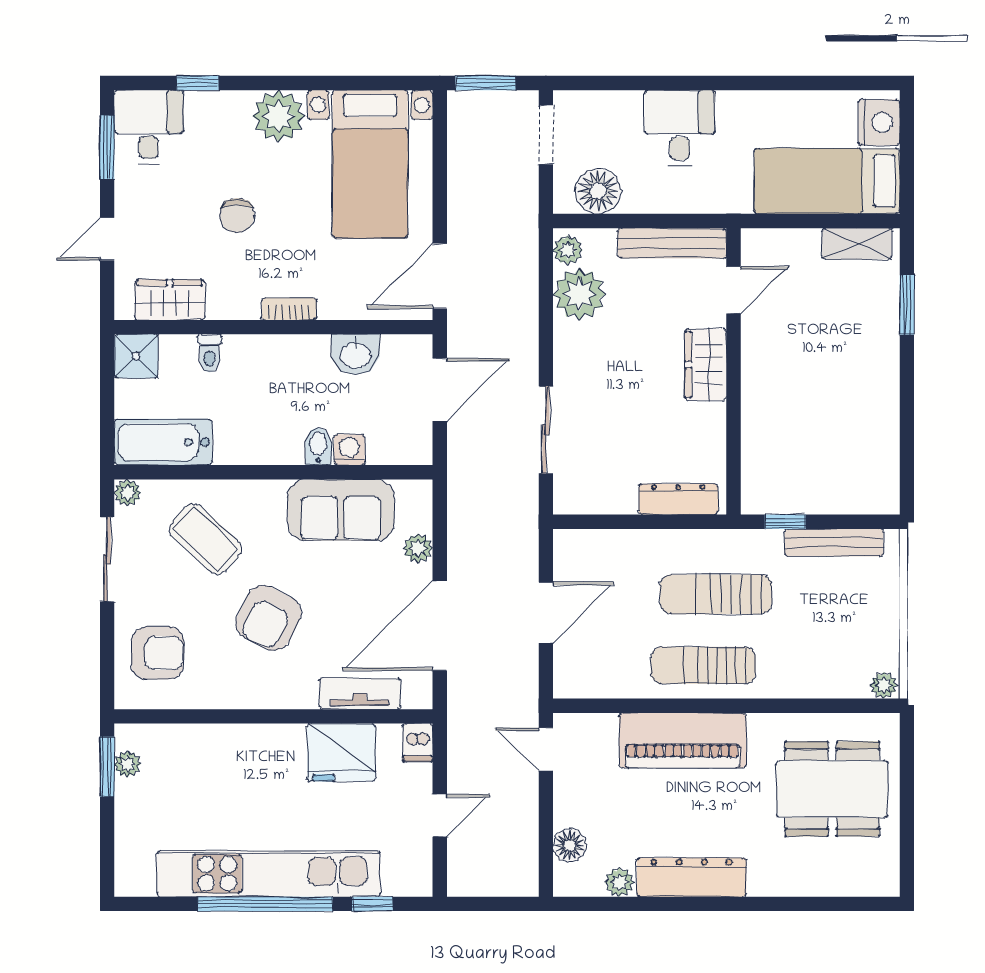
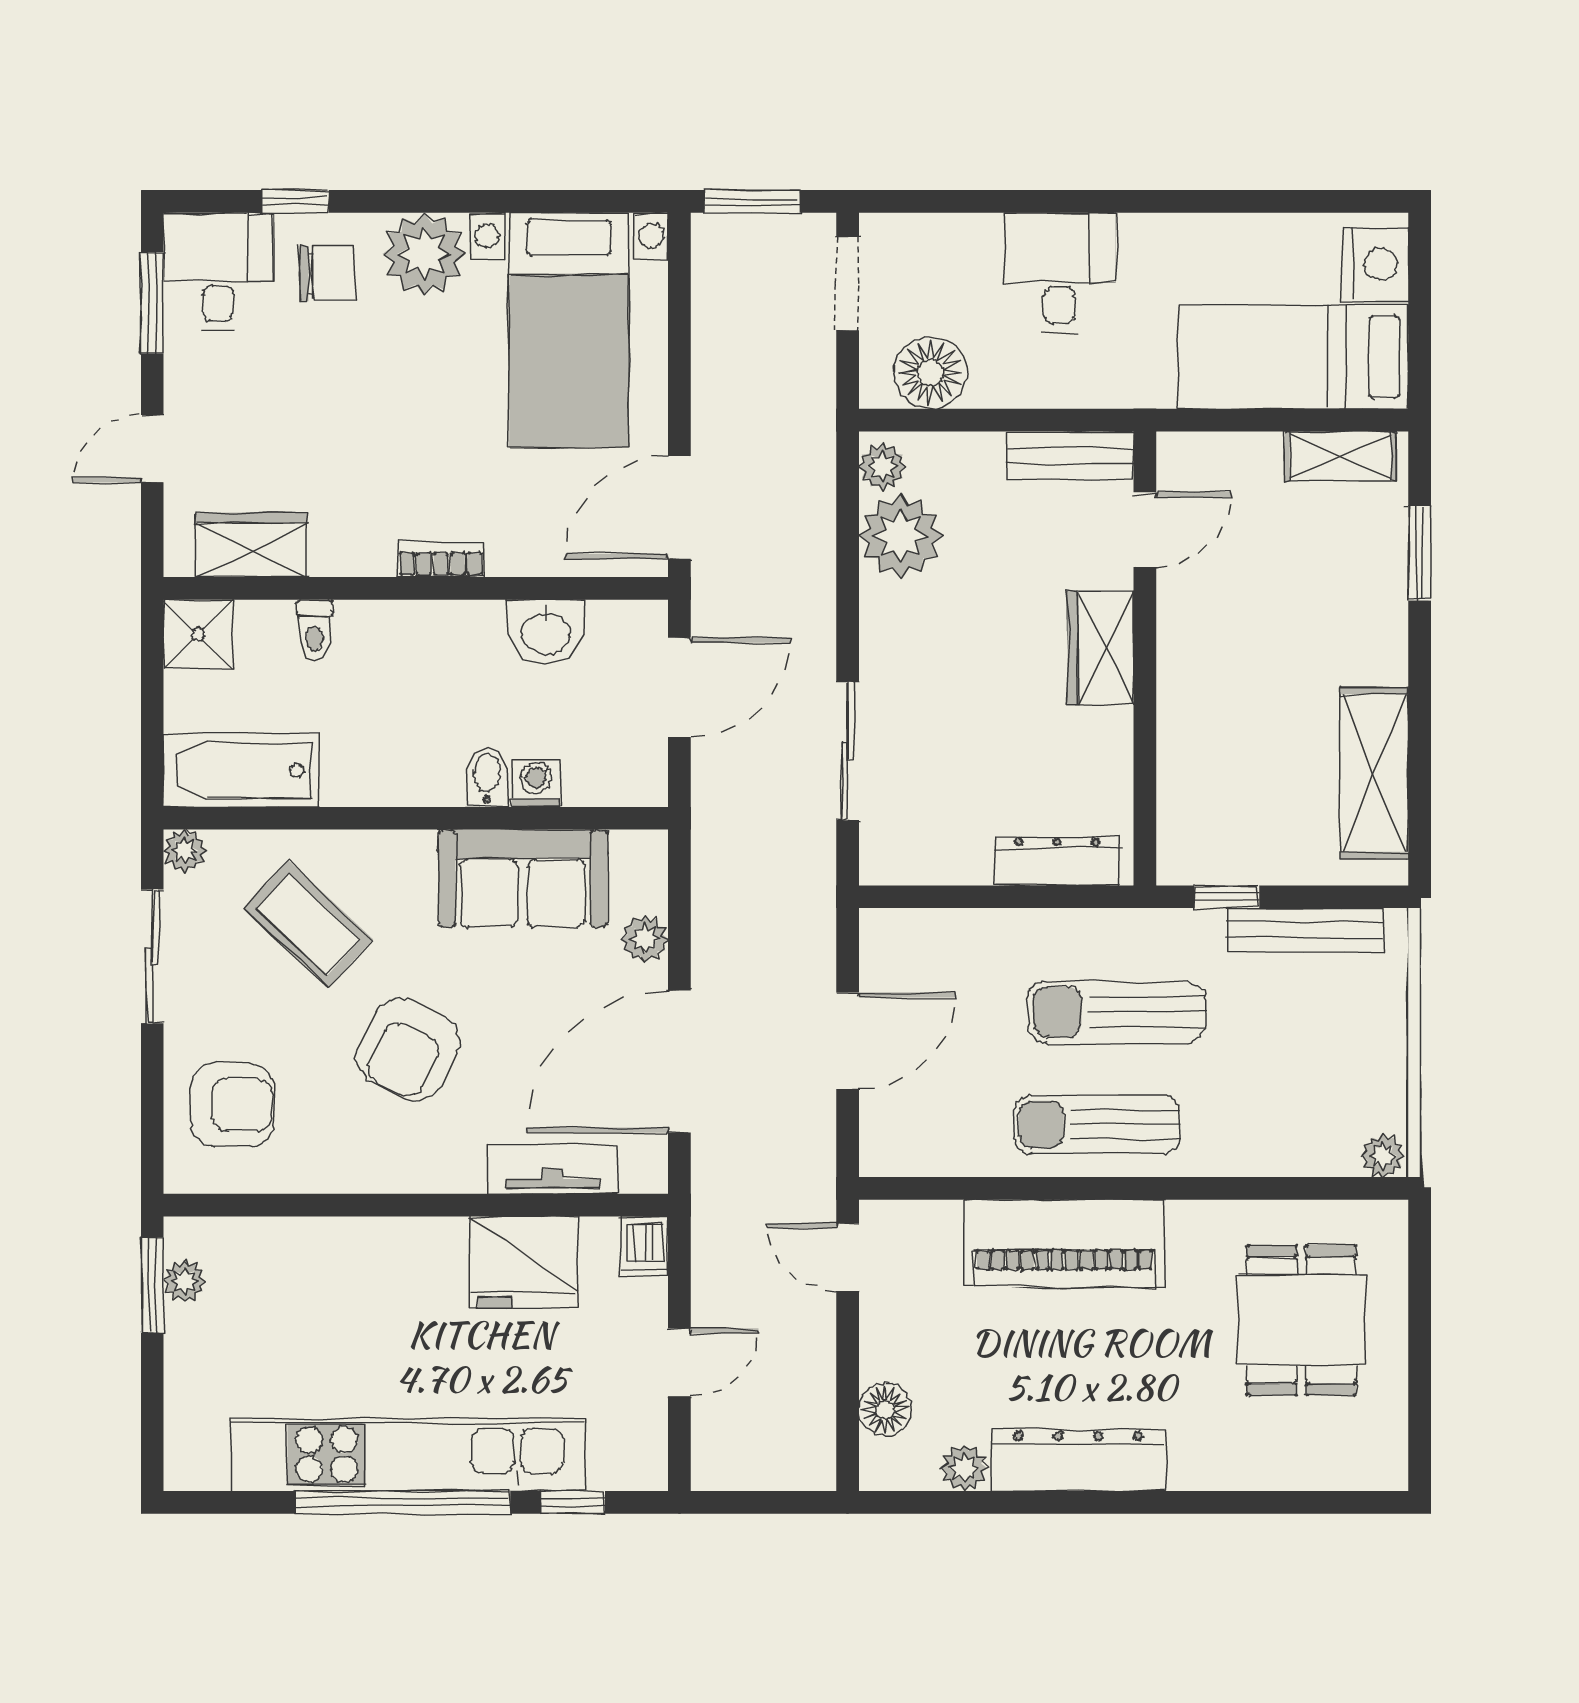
chair: (237, 216) -> (327, 274), moved, turned -90
bench: (672, 243) -> (1070, 455), width x0.73
shelving: (878, 444) -> (1374, 773), added
dining table: (832, 789) -> (1301, 1320), width x0.73

